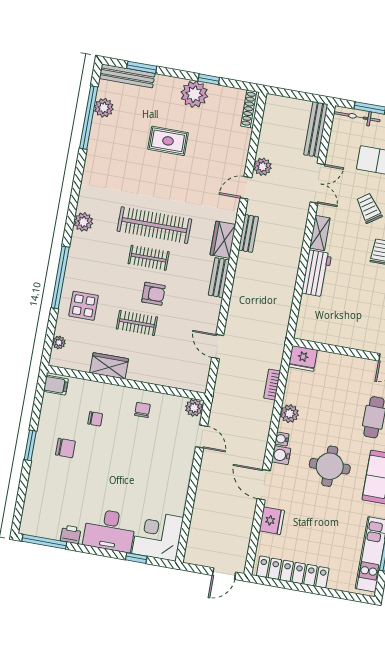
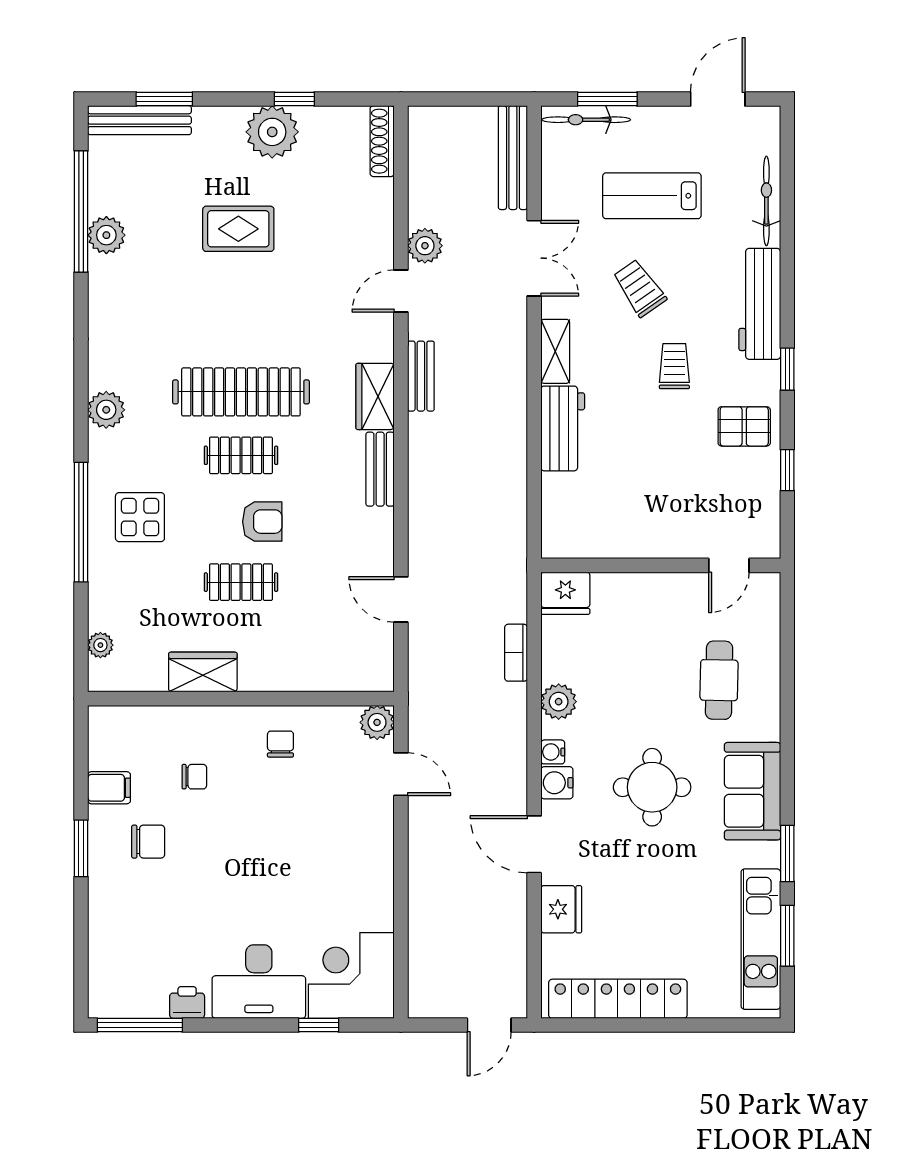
plant: (104, 108) -> (106, 235), moved
display table: (84, 306) -> (140, 517), moved
filing cabinet: (56, 385) -> (109, 788), moved

